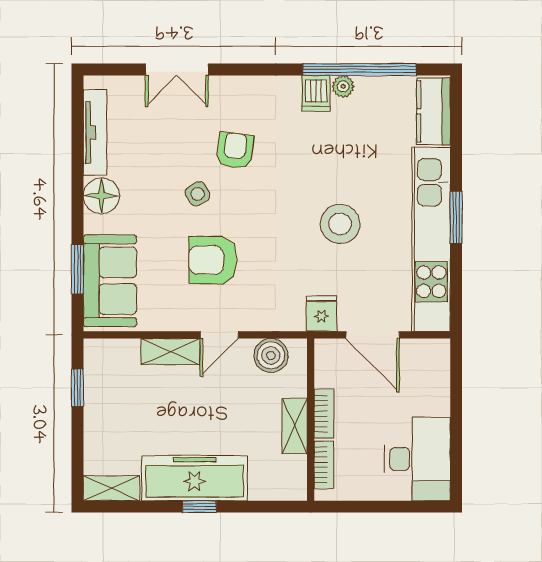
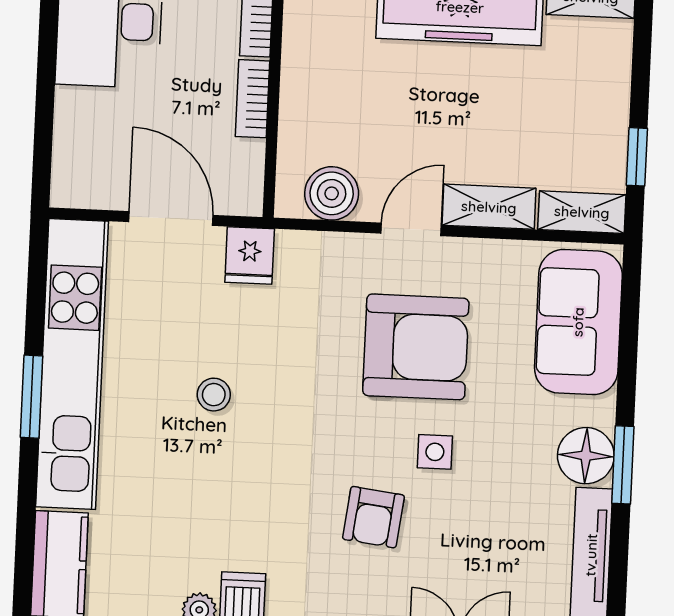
side table: (198, 194) -> (435, 452), turned 32
stool: (340, 224) -> (214, 395), width x0.53, depth x0.53
armchair: (213, 260) -> (416, 347), width x1.36, depth x1.36
window: (78, 269) -> (623, 465), moved
shelving: (295, 426) -> (582, 212), moved, turned 90

